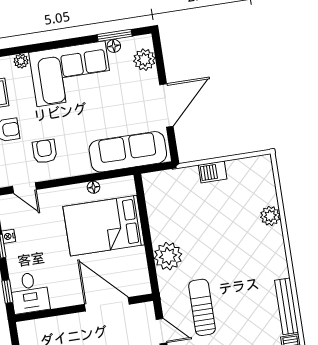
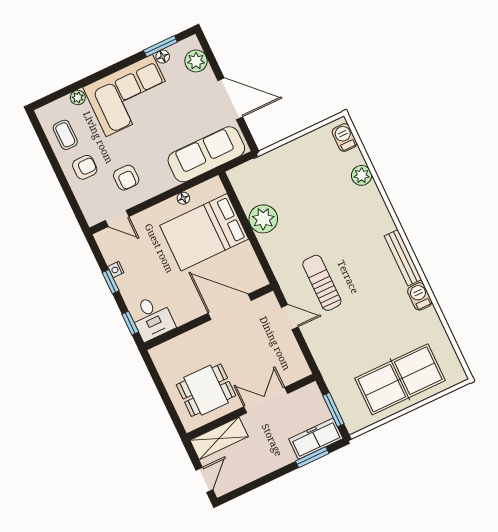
door: (166, 105) -> (230, 99), hinge flipped
armchair: (45, 151) -> (126, 178), turned 180
barbecue: (213, 172) -> (344, 138), moved, turned 90
plant: (168, 256) -> (263, 219), moved

